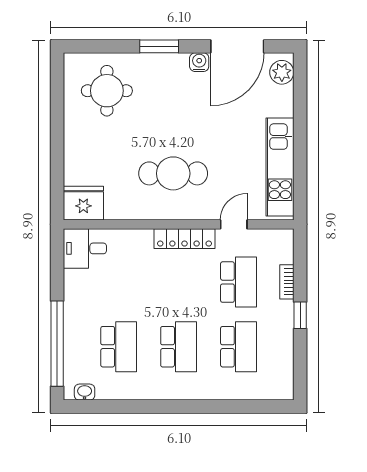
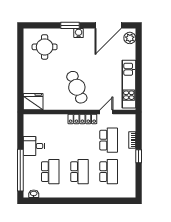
water cooler: (199, 62) -> (79, 33), moved
cafe table: (173, 173) -> (77, 87), turned 68
desk: (85, 248) -> (34, 146), moved

